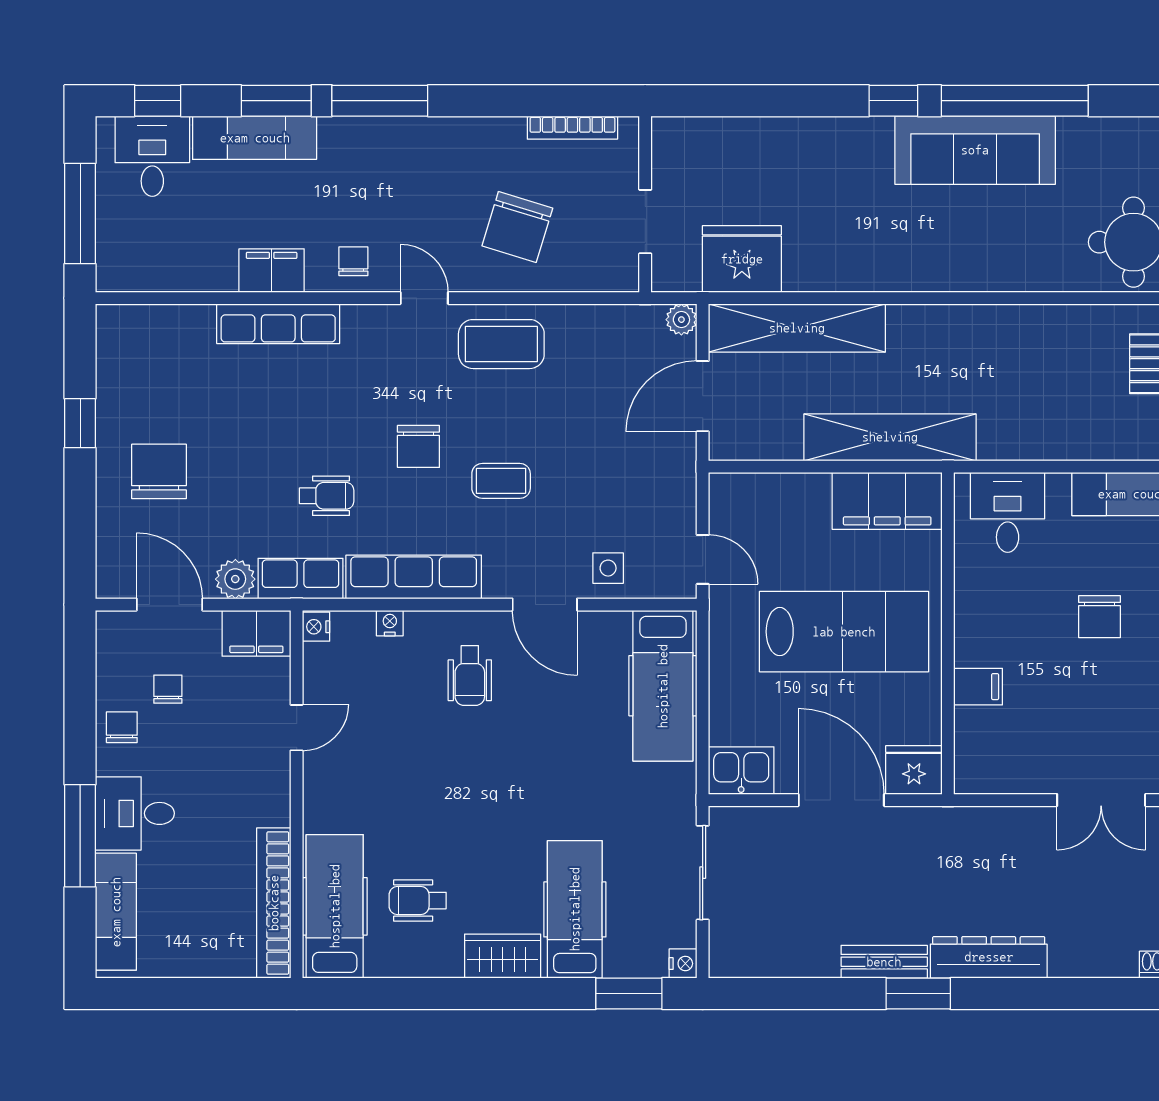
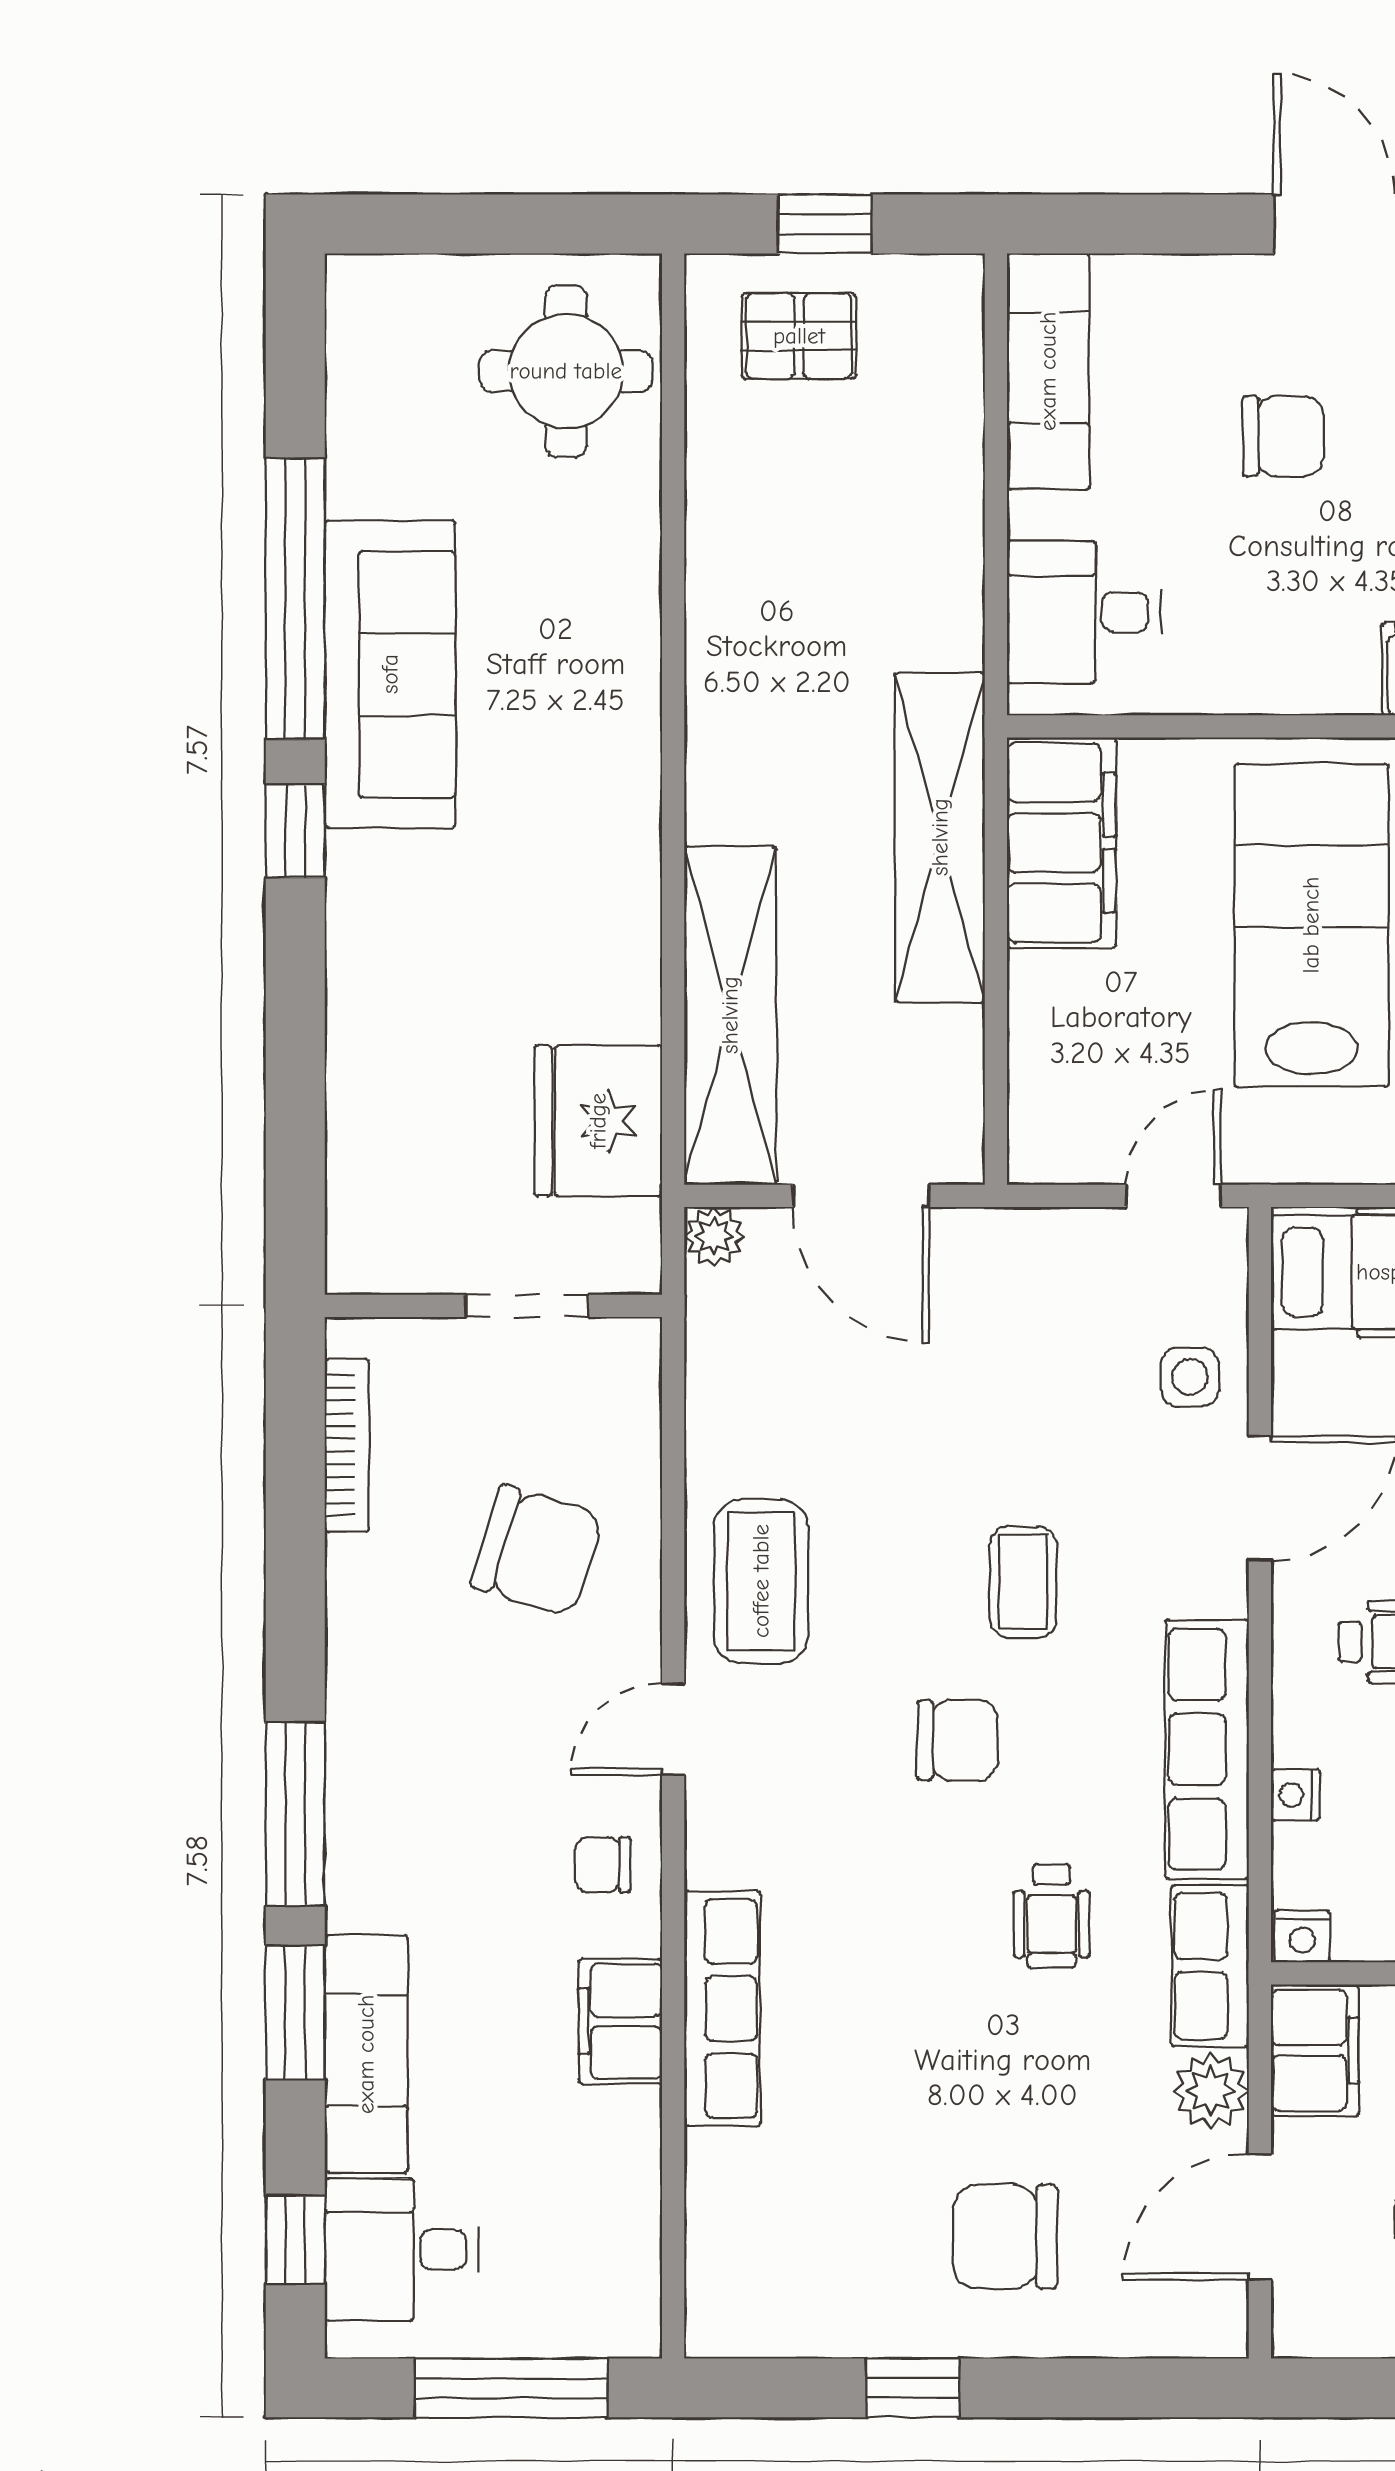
wheelchair: (327, 496) -> (1052, 1916), turned 180

